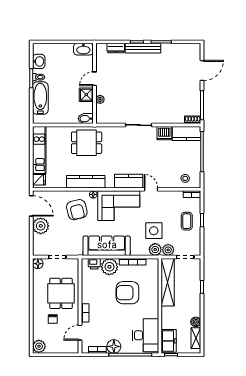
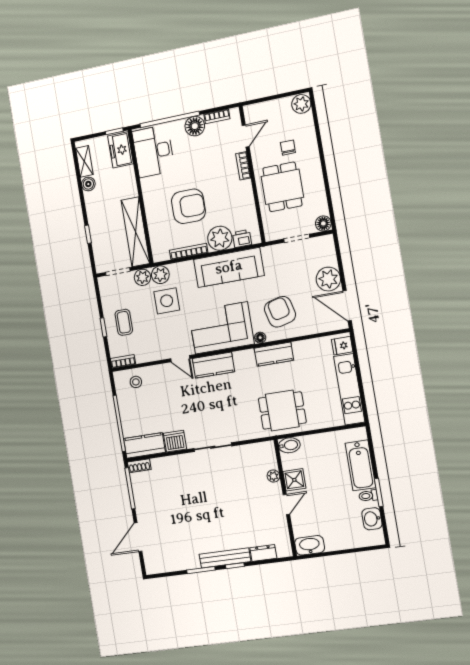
kitchen counter: (86, 182) -> (274, 354), width x0.67

